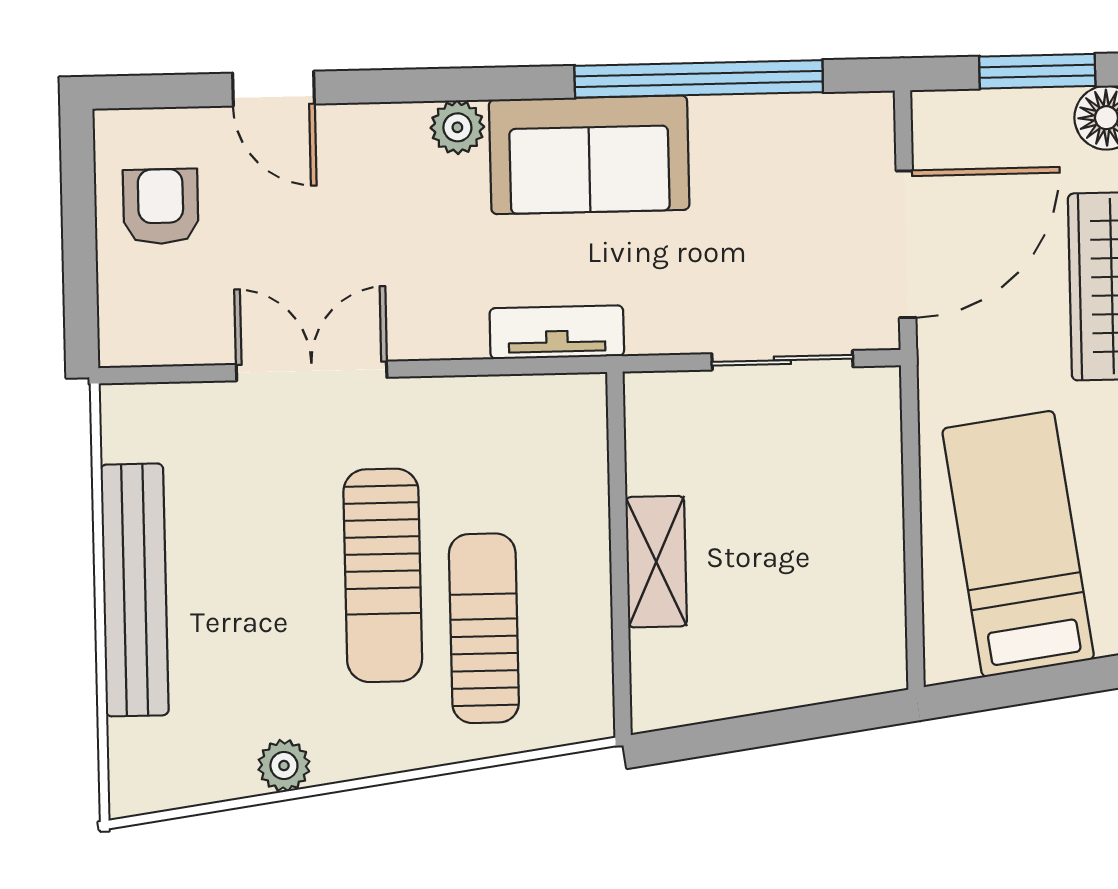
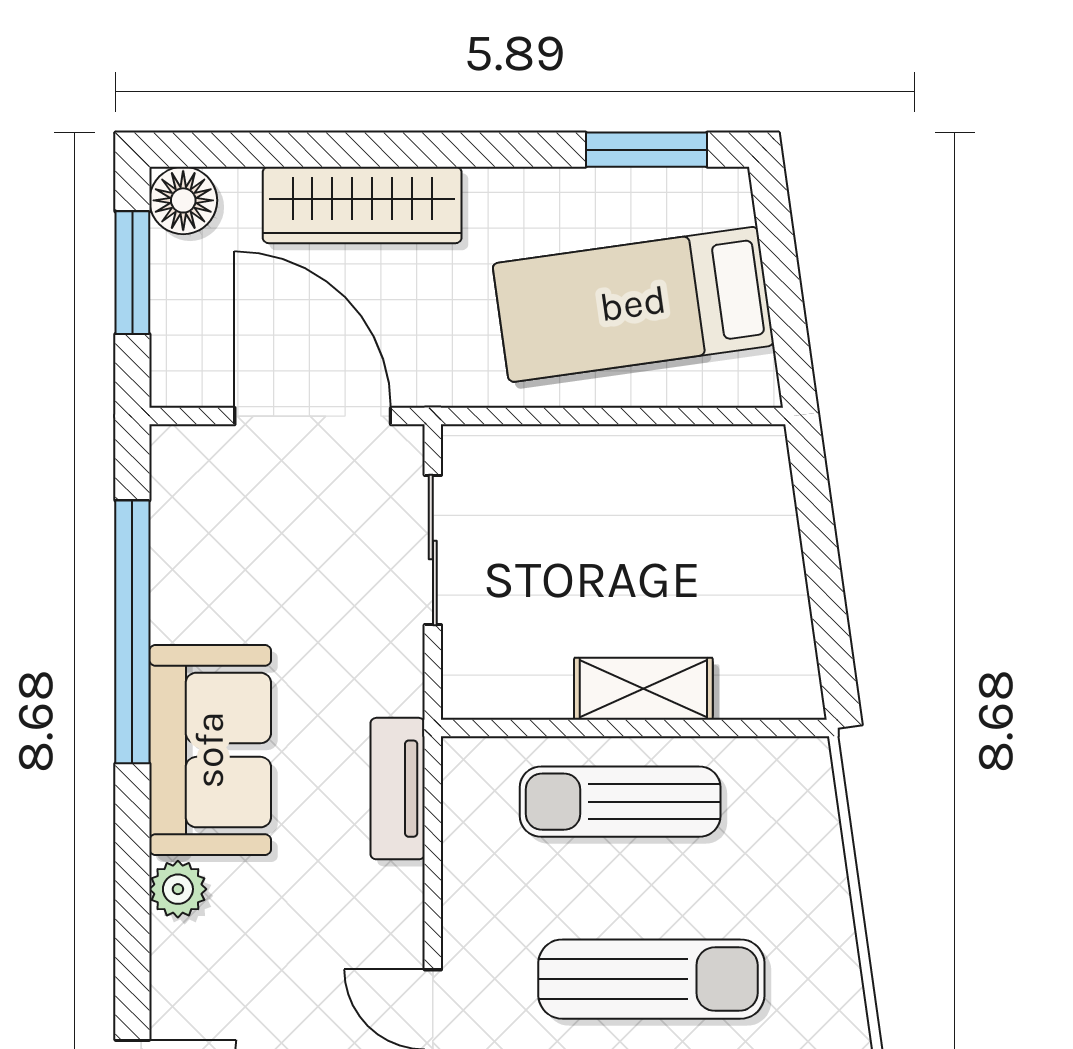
sun lounger: (484, 628) -> (620, 802), moved

